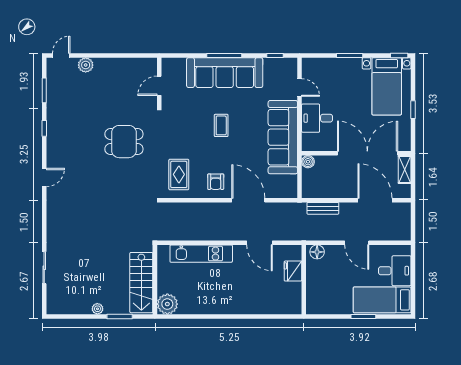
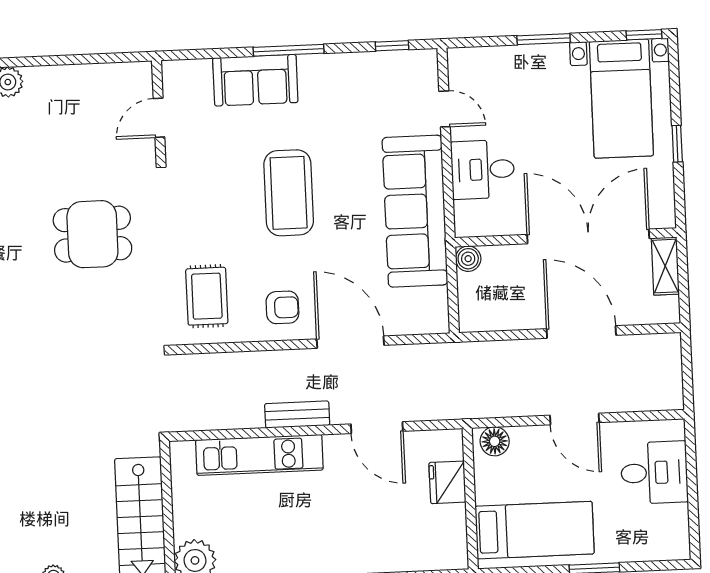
sofa: (225, 73) -> (255, 80), width x0.54, depth x0.79
coffee table: (221, 125) -> (289, 193), width x1.86, depth x1.72
armchair: (216, 182) -> (282, 307), turned -90
door: (375, 200) -> (581, 332), moved
bench: (323, 208) -> (297, 415), moved
bed: (382, 300) -> (535, 530), moved, turned 180

